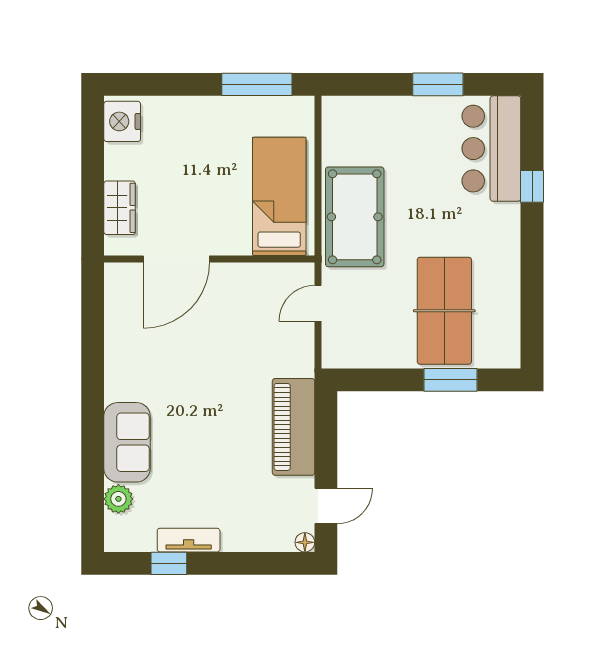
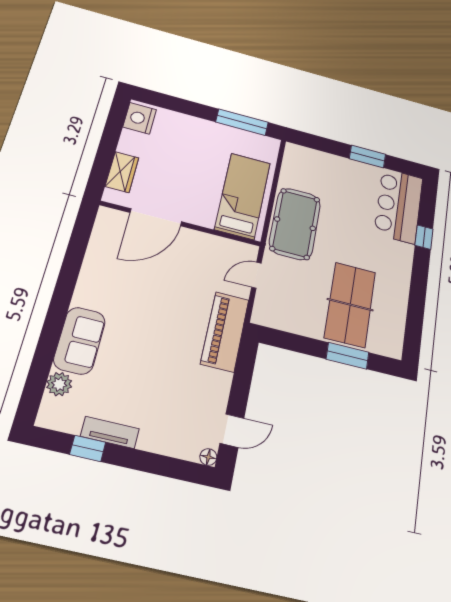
piano: (294, 427) -> (225, 332), moved

